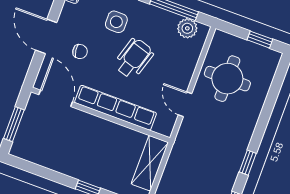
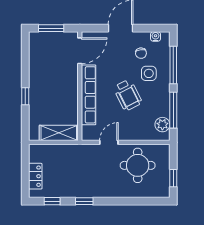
chair: (80, 52) -> (141, 53), moved
wheelchair: (134, 58) -> (128, 95), turned 46

